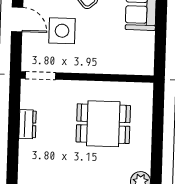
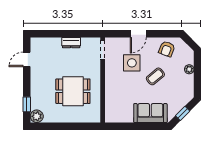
dining table: (103, 124) -> (73, 91), turned 90

